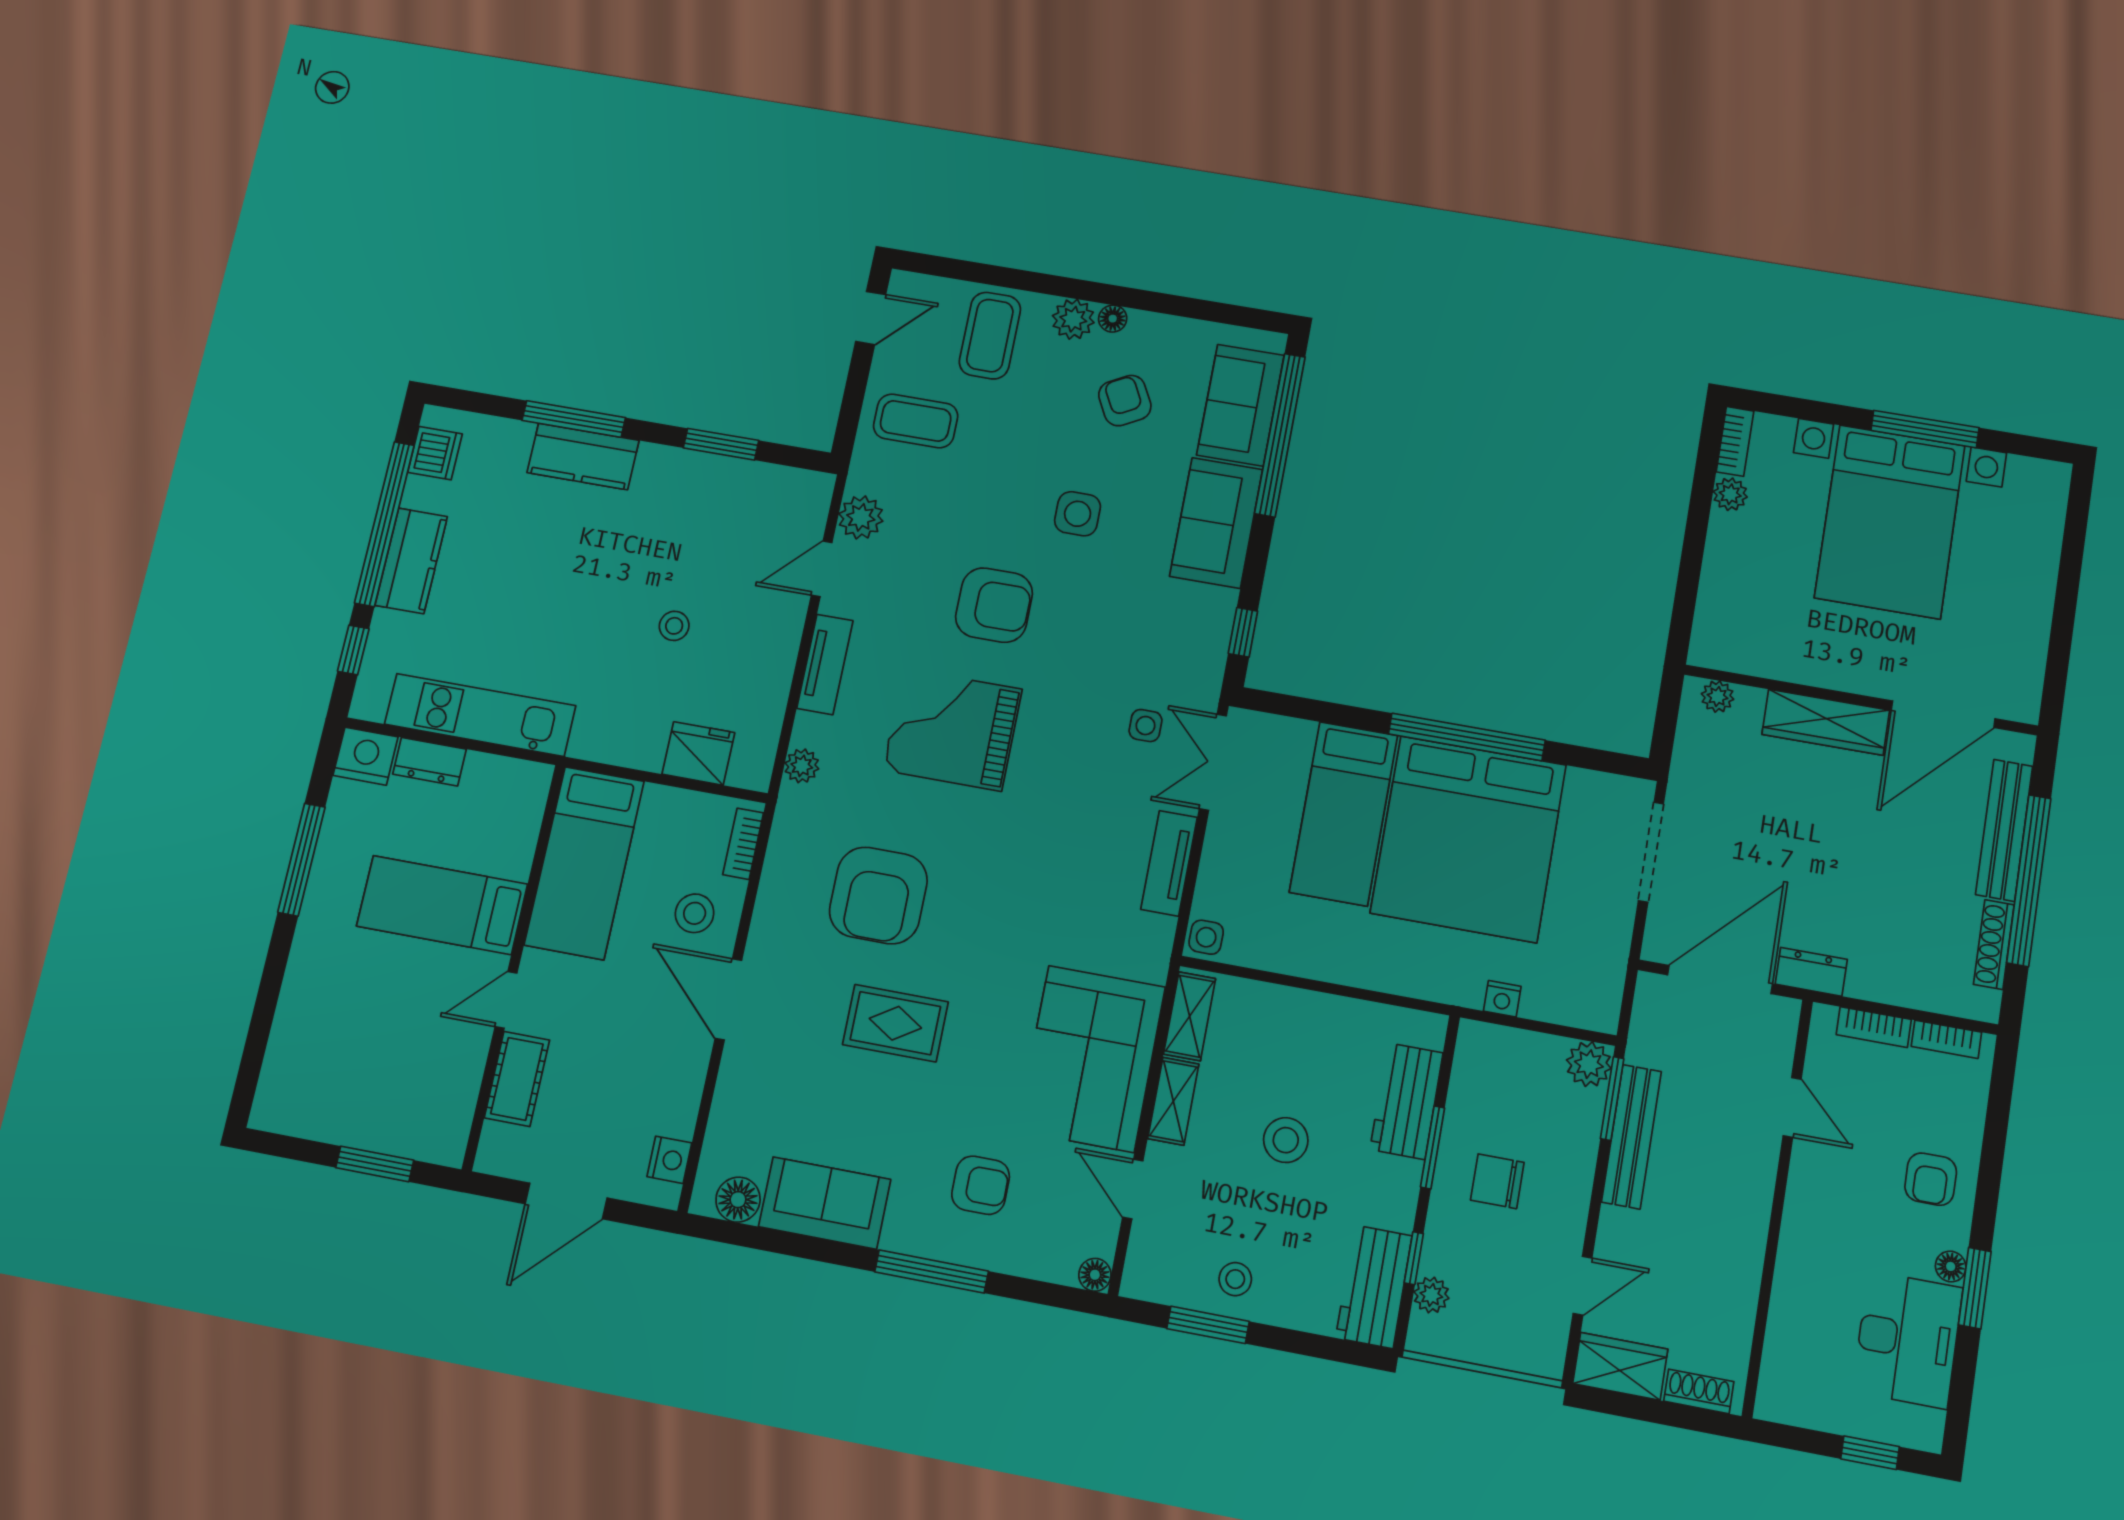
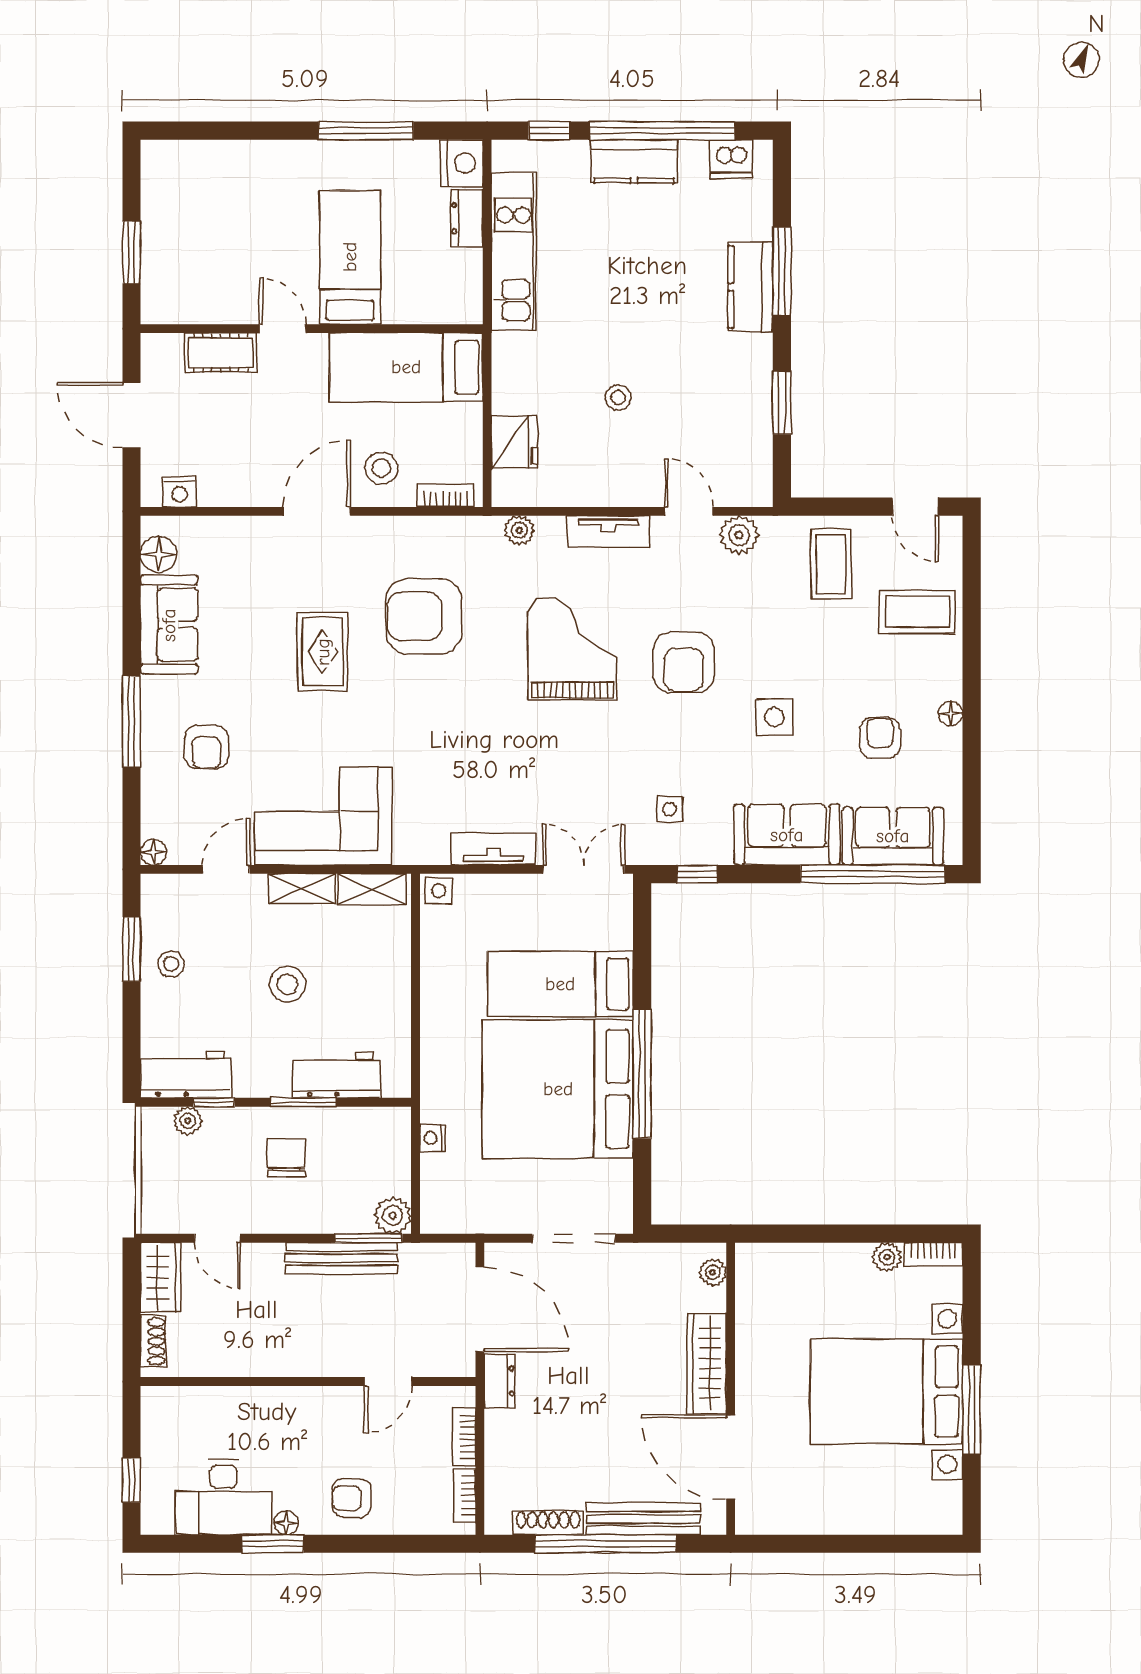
plant: (1073, 319) -> (944, 680), removed
armchair: (1125, 401) -> (880, 738), turned -62
side table: (1145, 726) -> (670, 809), moved

